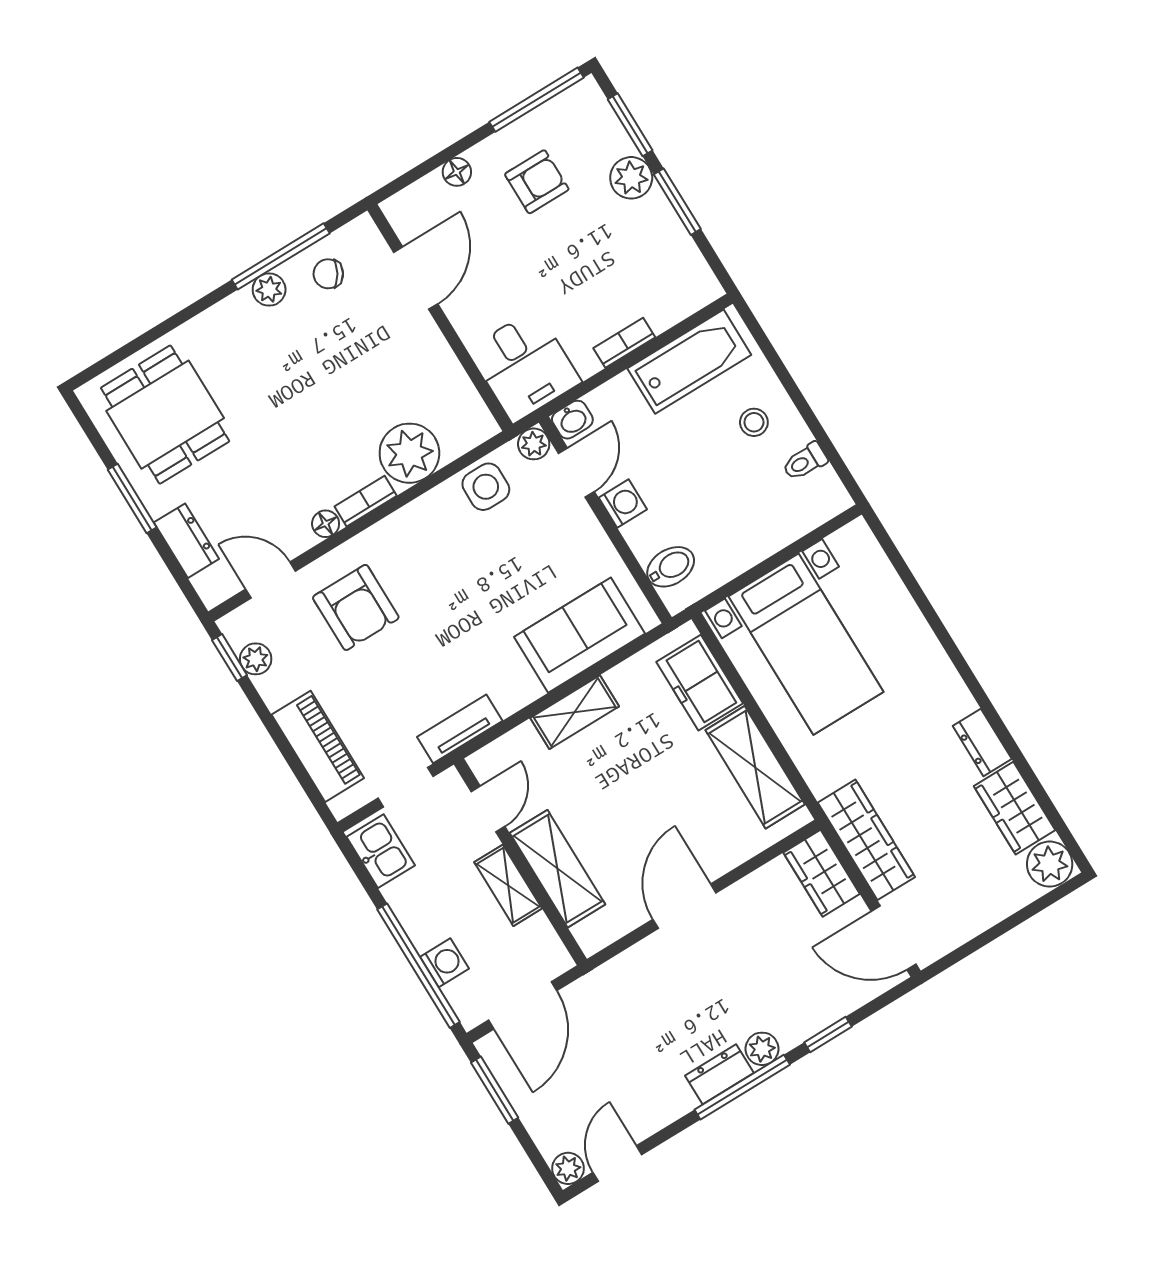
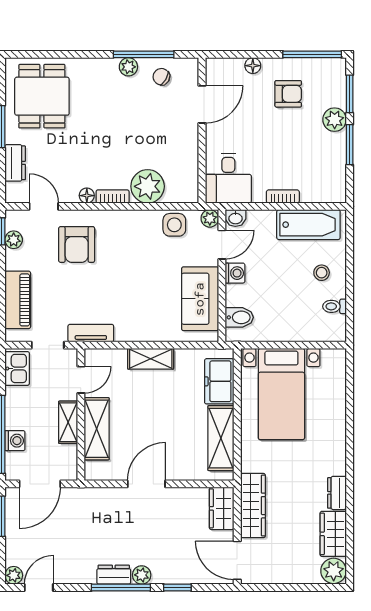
sofa: (579, 635) -> (200, 299), moved, turned -90

